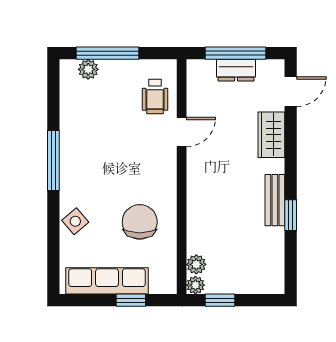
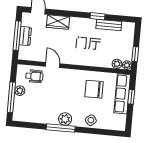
plant: (88, 69) -> (20, 91), moved
plant: (73, 168) -> (65, 119), added
bench: (275, 200) -> (109, 25), moved
row of seats: (107, 281) -> (122, 94), moved

